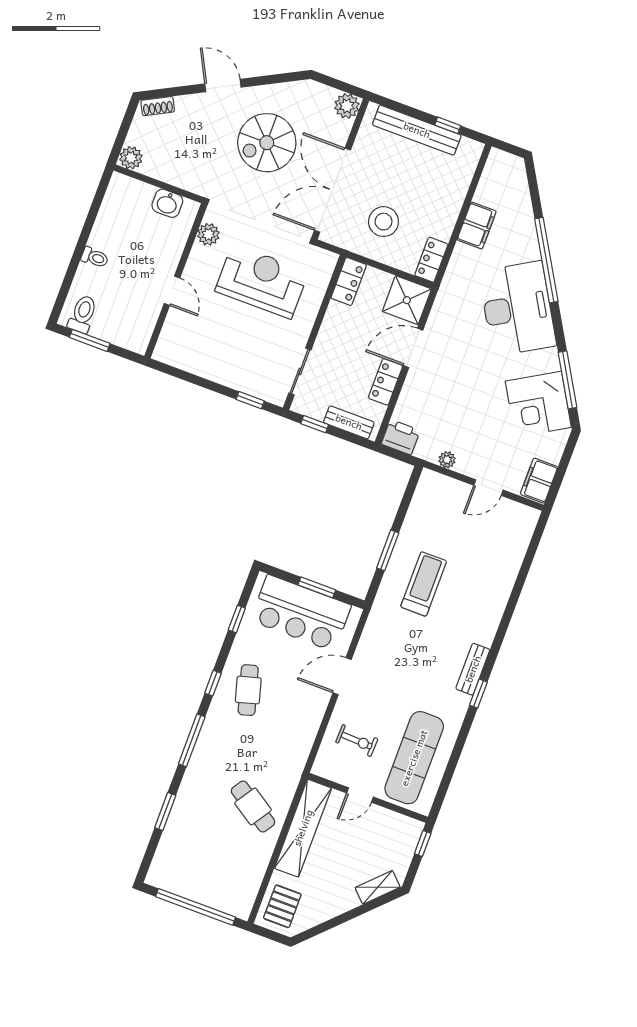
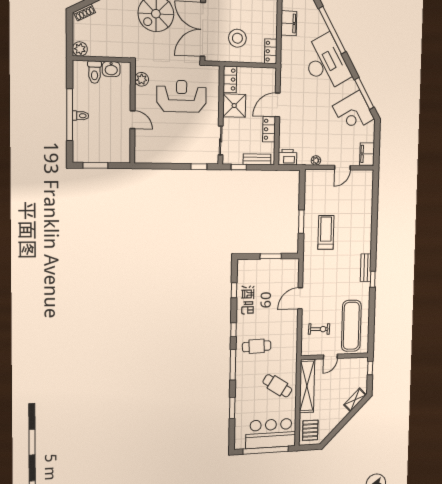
window: (79, 250) -> (70, 115), added
shower: (407, 300) -> (234, 106), moved
toilet: (83, 314) -> (95, 72), moved, turned 180
bar counter: (301, 613) -> (271, 433), moved, turned 180
cafe table: (248, 690) -> (257, 346), moved, turned -76

